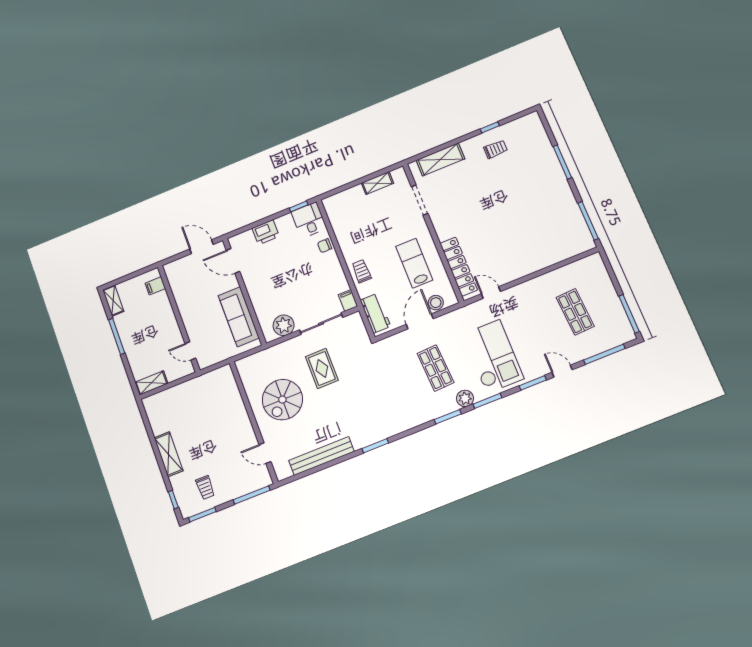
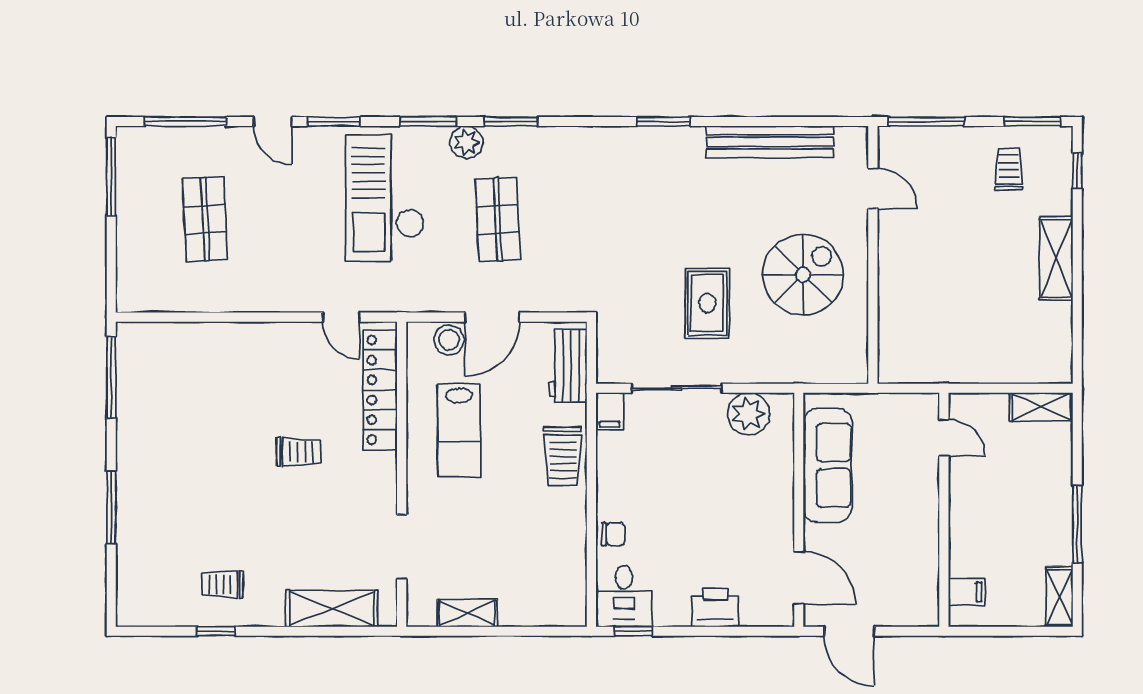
trolley: (485, 223) -> (298, 452), added
trolley: (362, 271) -> (563, 456), width x1.36, depth x1.39

